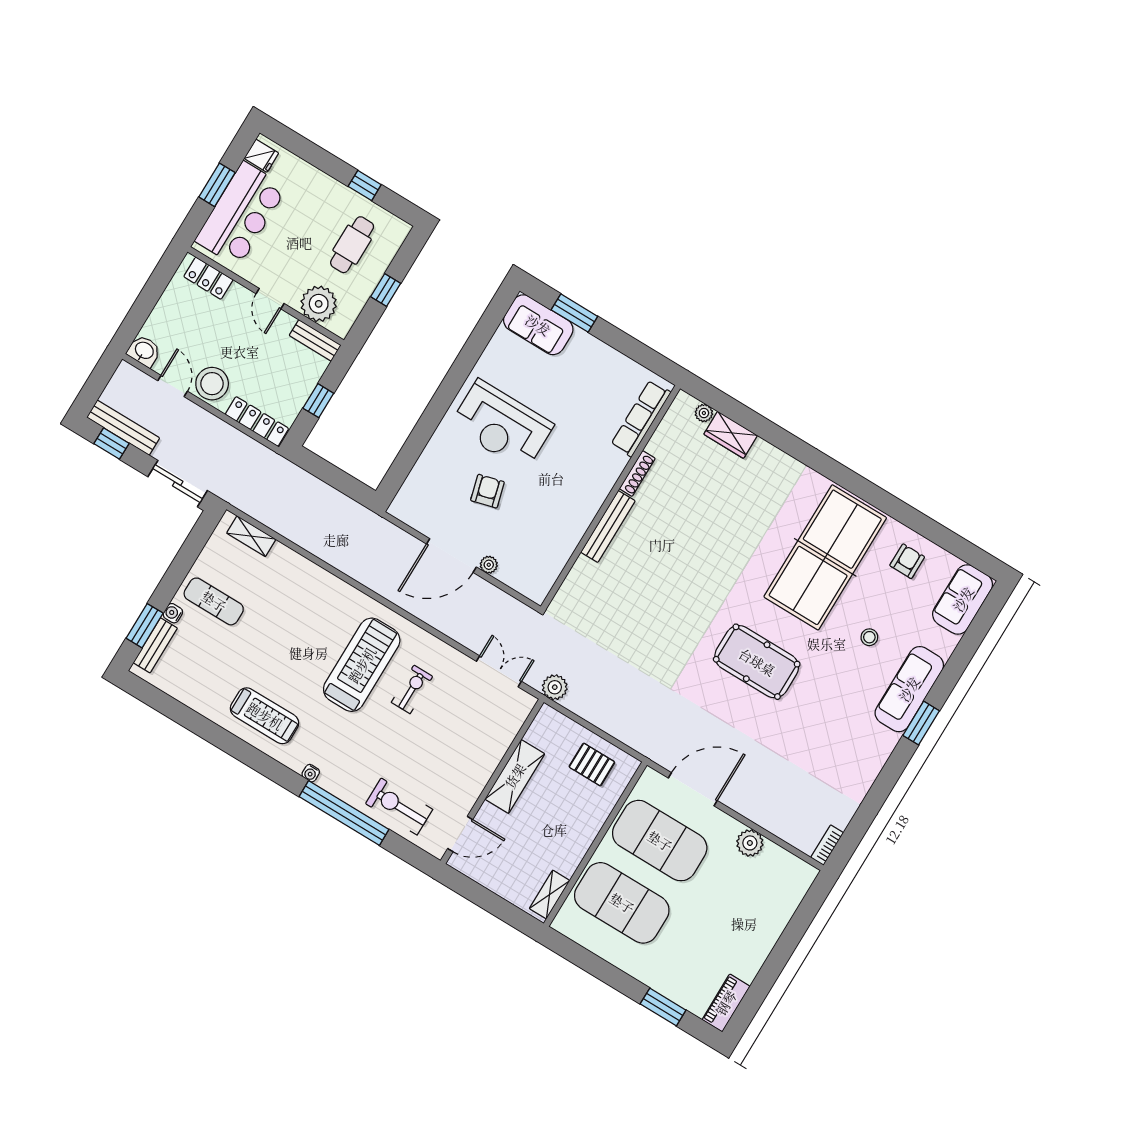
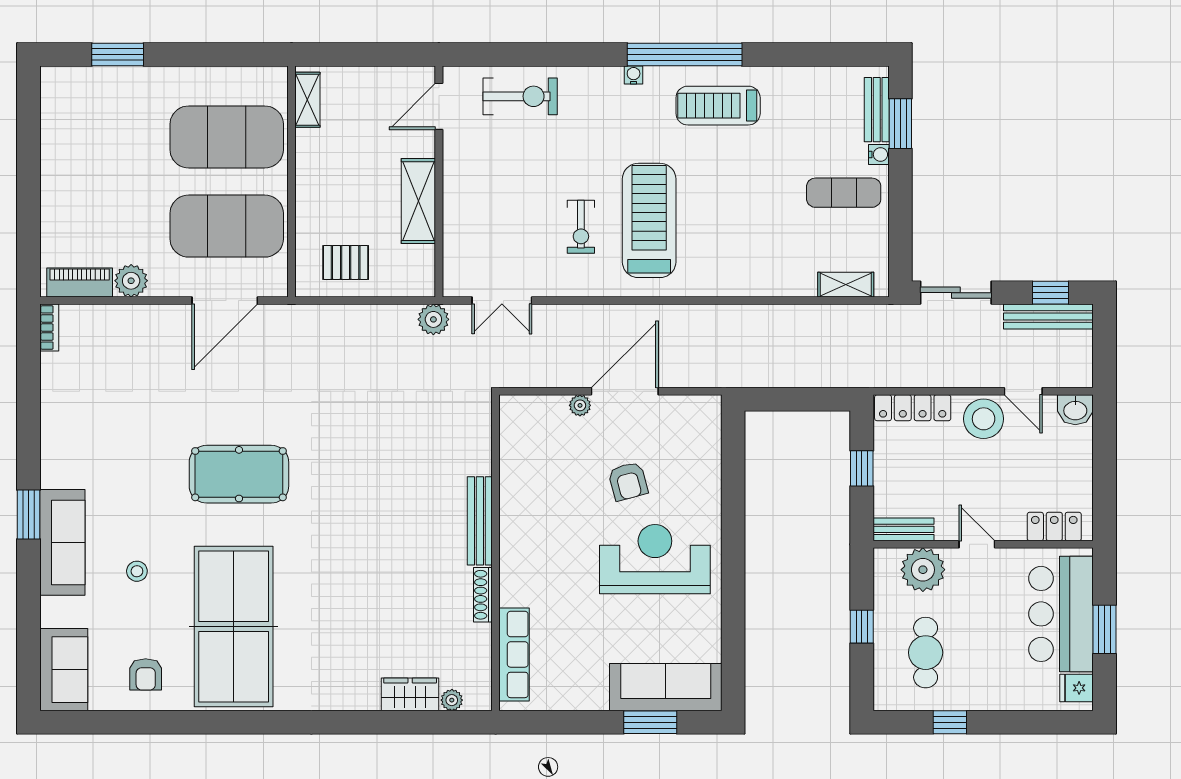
sofa: (538, 325) -> (666, 687), width x1.36
treadmill: (362, 665) -> (649, 220), turned 180
window: (344, 813) -> (685, 55), moved
piano: (726, 1003) -> (80, 282), moved, turned -90

